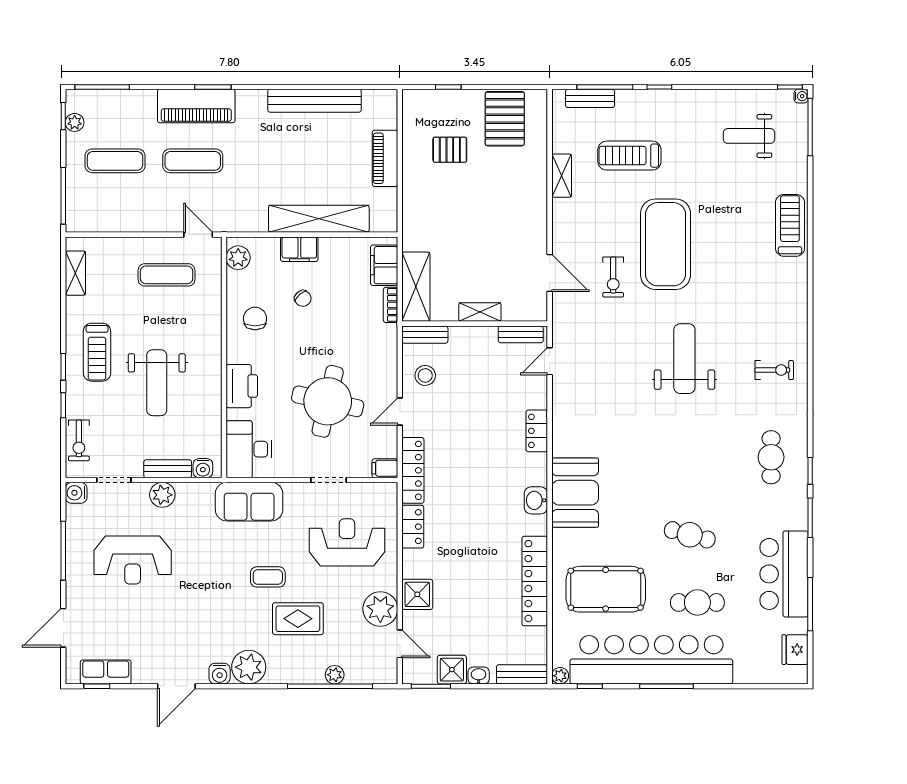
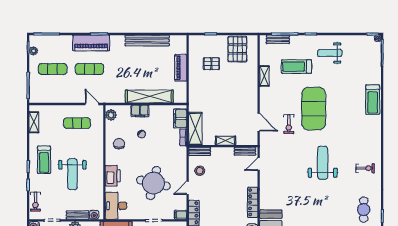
weight bench: (749, 136) -> (330, 53), moved
treadmill: (790, 225) -> (373, 100), turned 180
locker: (537, 431) -> (253, 202), width x1.53

